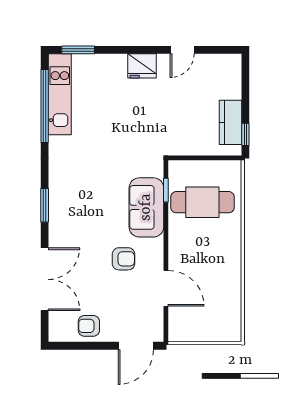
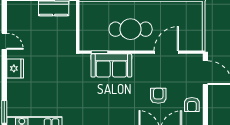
cafe table: (202, 202) -> (131, 29), moved, turned 90
armchair: (124, 259) -> (158, 96), moved

